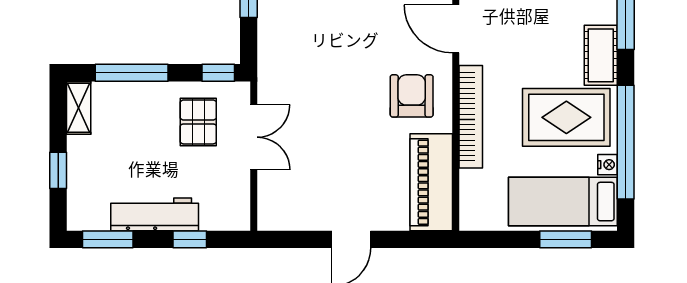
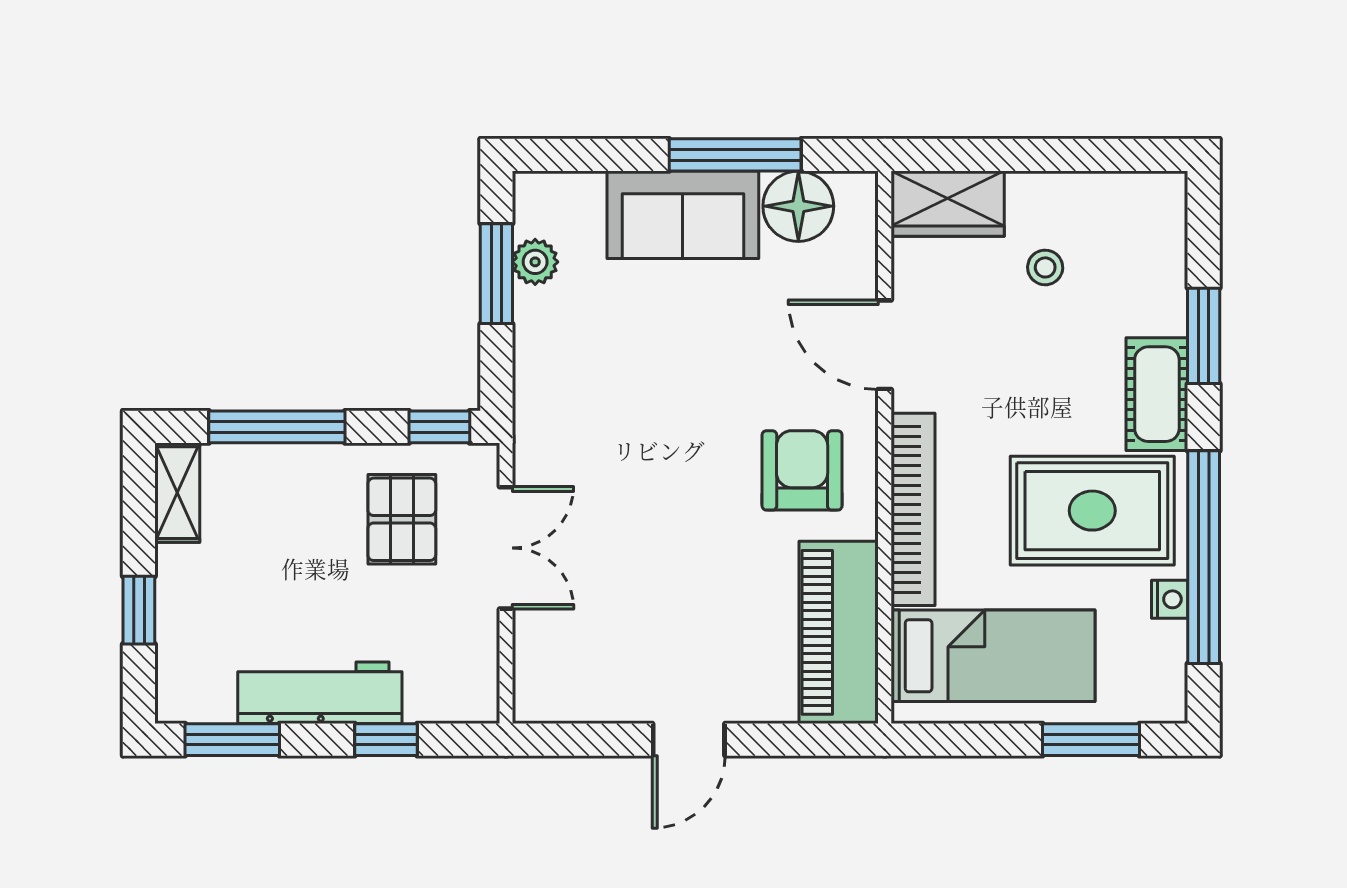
bed: (563, 202) -> (993, 656), moved, turned 180

